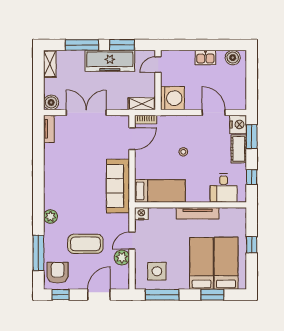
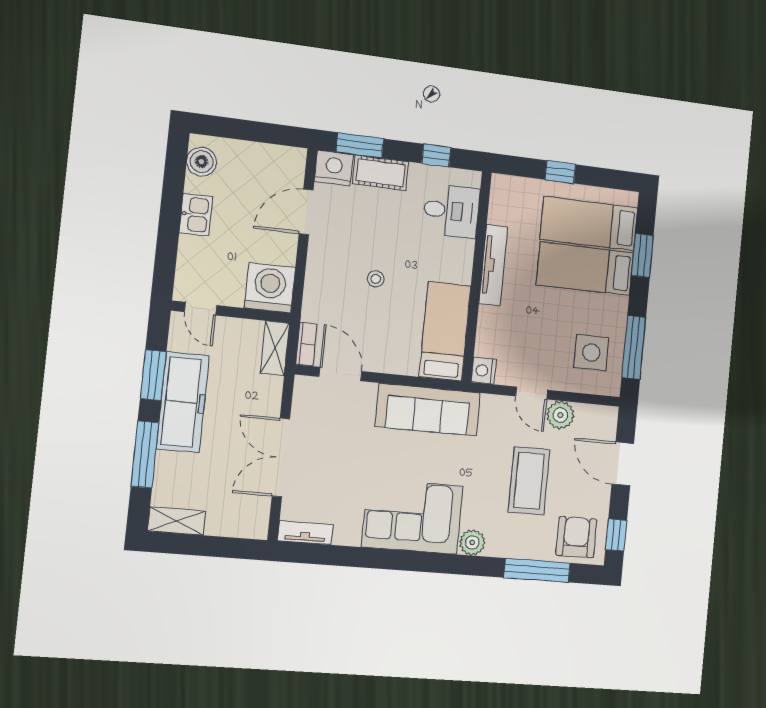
boiler: (51, 102) -> (254, 524), removed
corner sofa: (62, 183) -> (412, 517), added
armchair: (58, 273) -> (576, 537), turned 90

